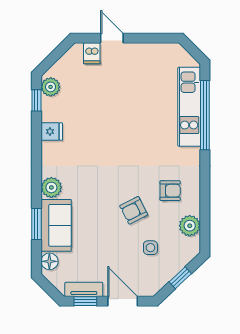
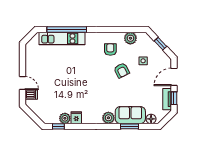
door: (112, 38) -> (23, 83), swing flipped
plant: (51, 87) -> (65, 118), moved

